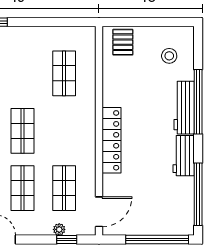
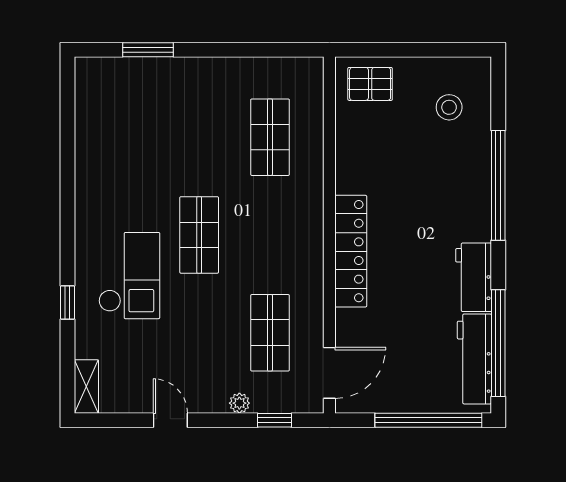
pallet: (123, 42) -> (370, 84), turned 90
workbench: (184, 108) -> (474, 359), moved
shop shelf: (23, 188) -> (199, 333), removed
plant: (59, 229) -> (239, 403), moved

